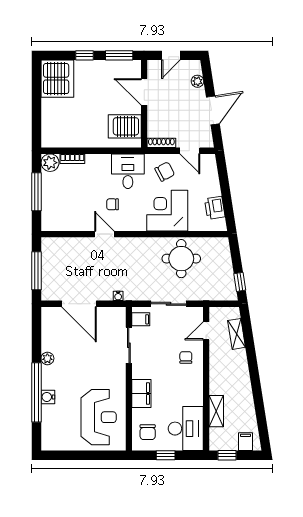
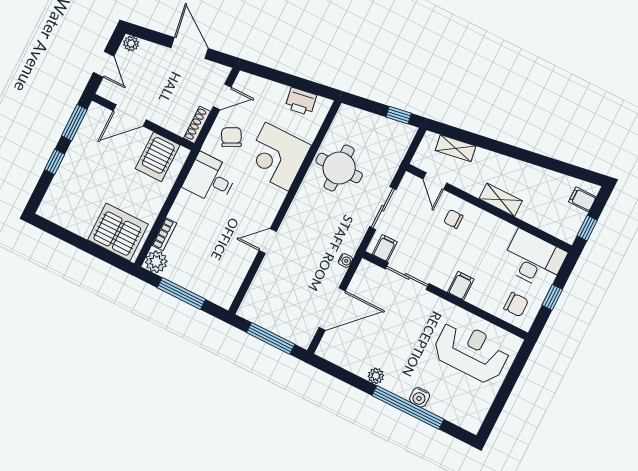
server rack: (57, 79) -> (118, 232), moved
plant: (197, 81) -> (131, 43), moved
chair: (113, 204) -> (239, 215), removed
filing cabinet: (141, 393) -> (461, 286), width x0.50
shelving: (216, 411) -> (501, 200), moved

